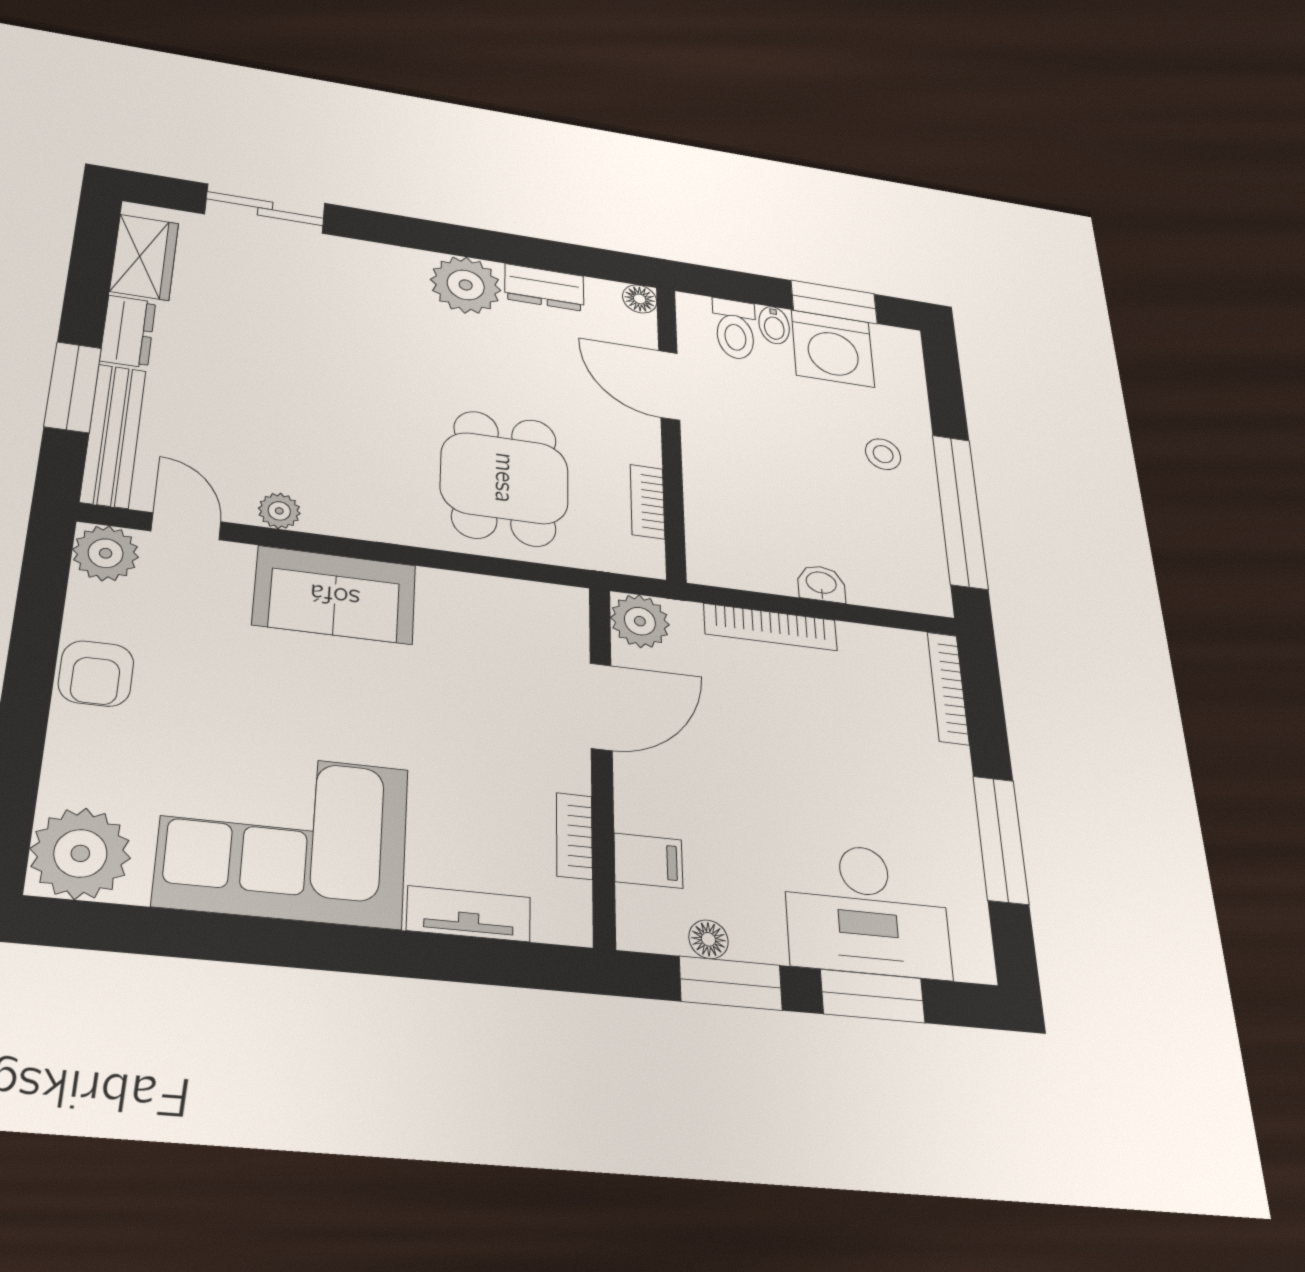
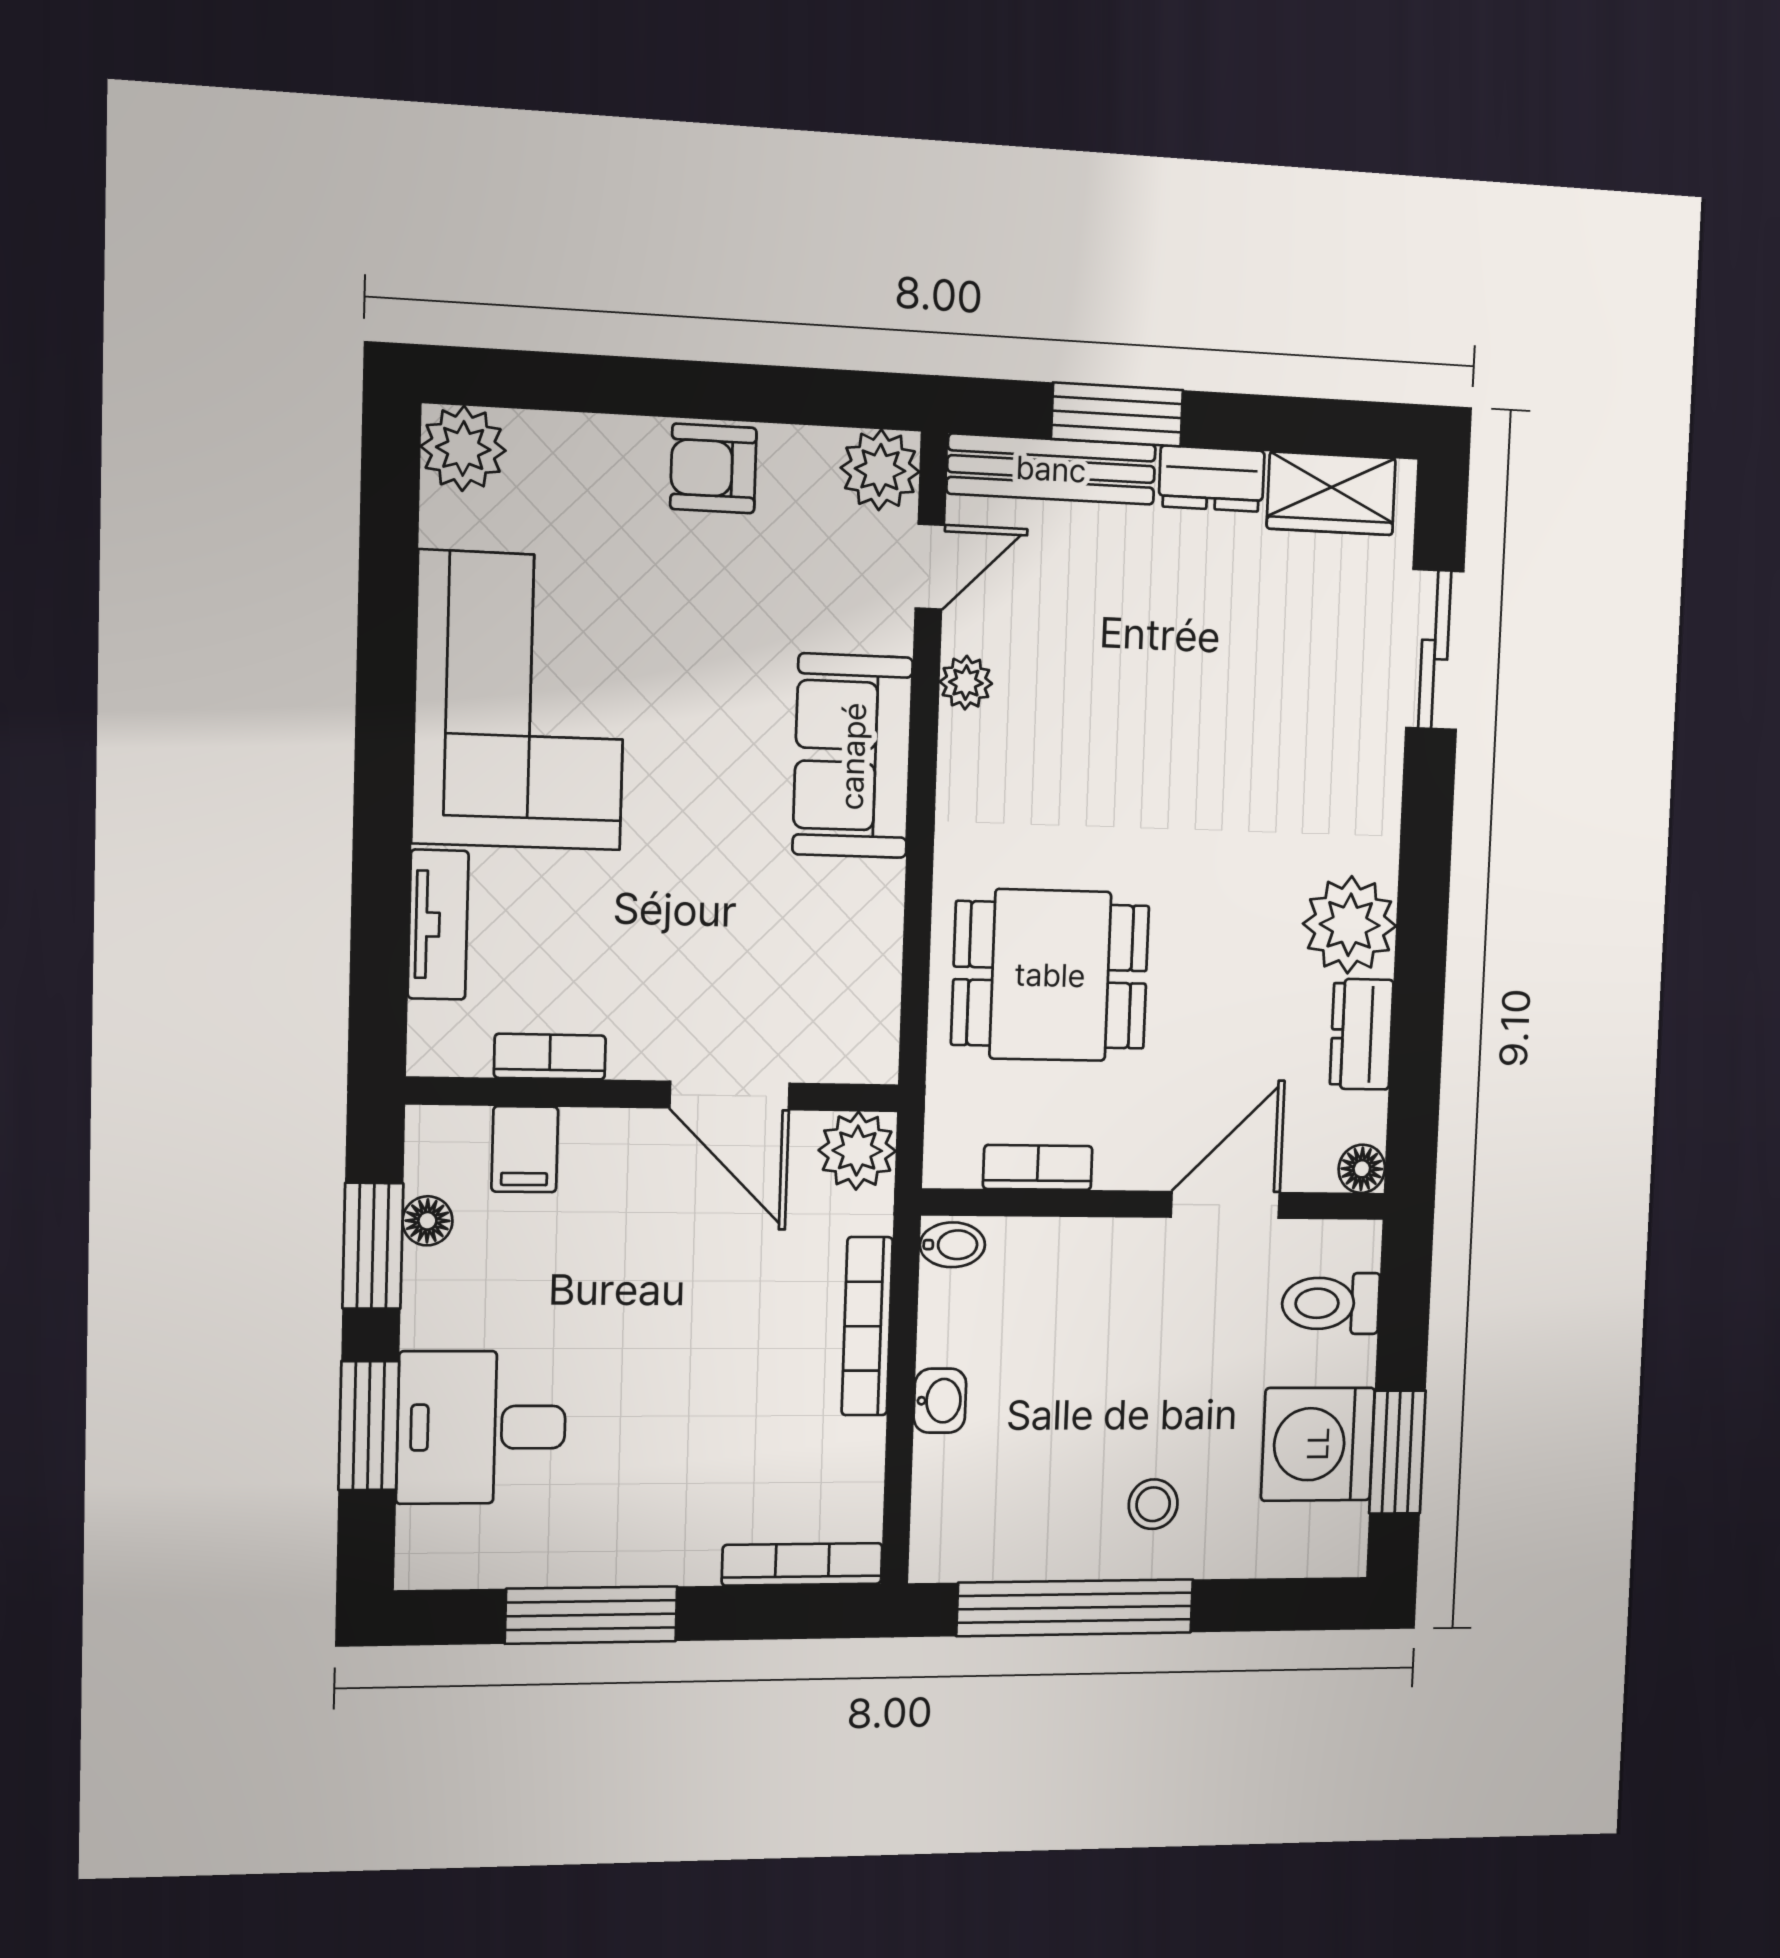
bidet: (774, 325) -> (952, 1245), moved, turned 180
plant: (80, 853) -> (463, 448), width x0.73, depth x0.73
desk: (867, 910) -> (482, 1427), width x0.73

